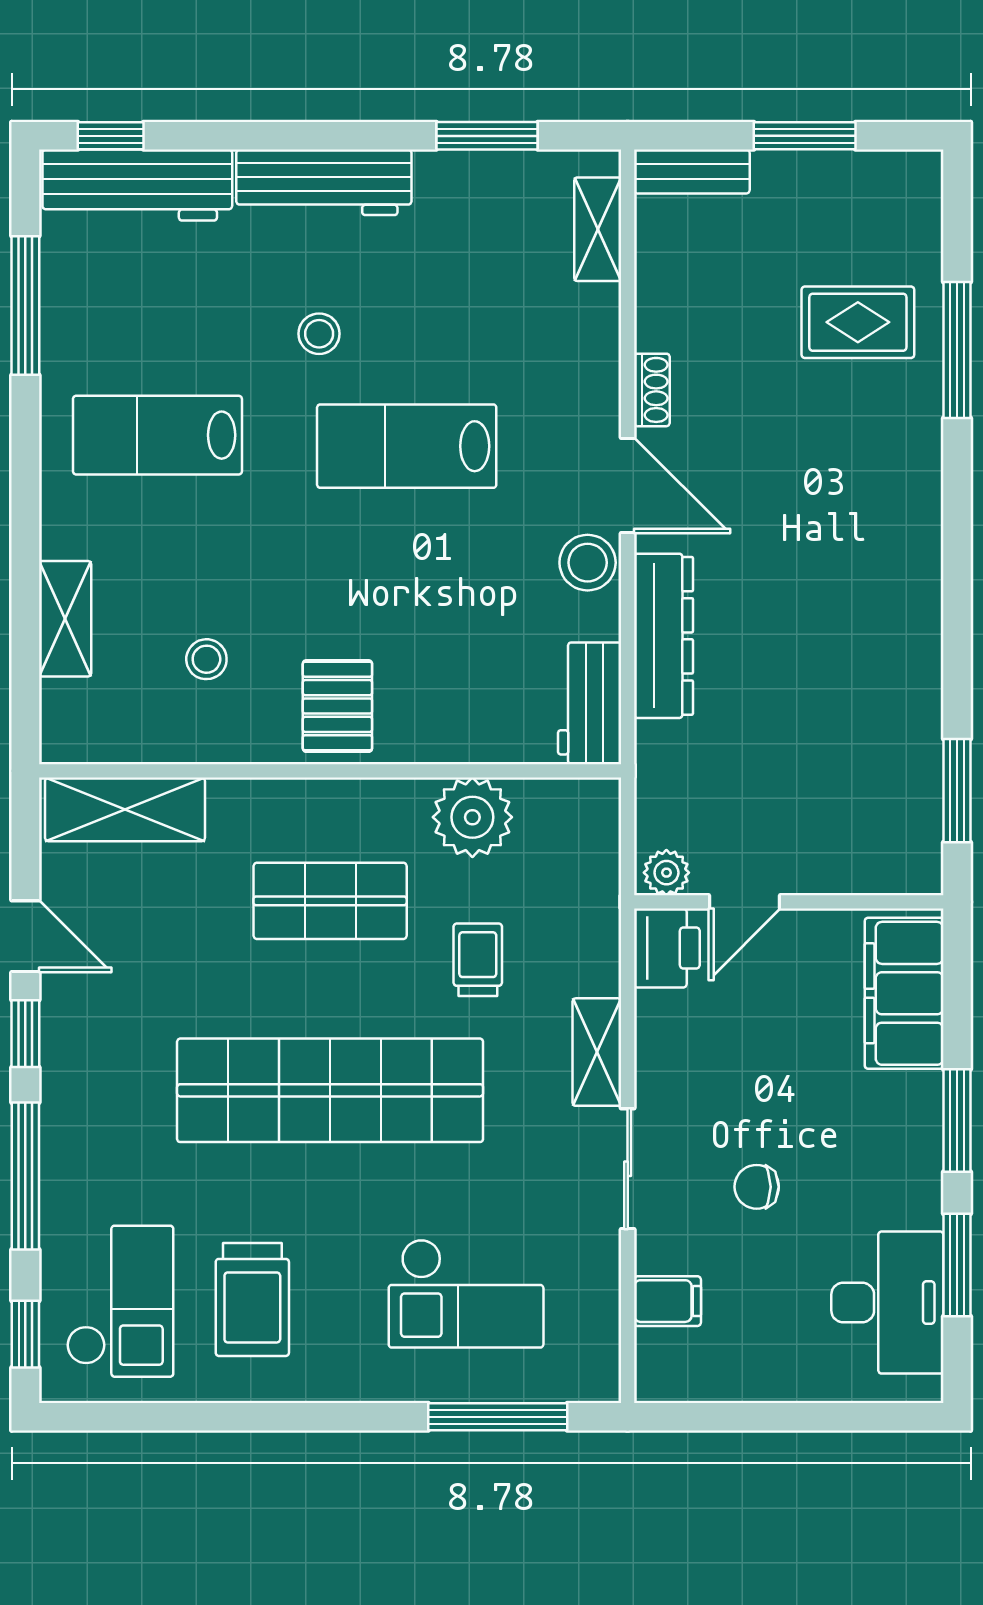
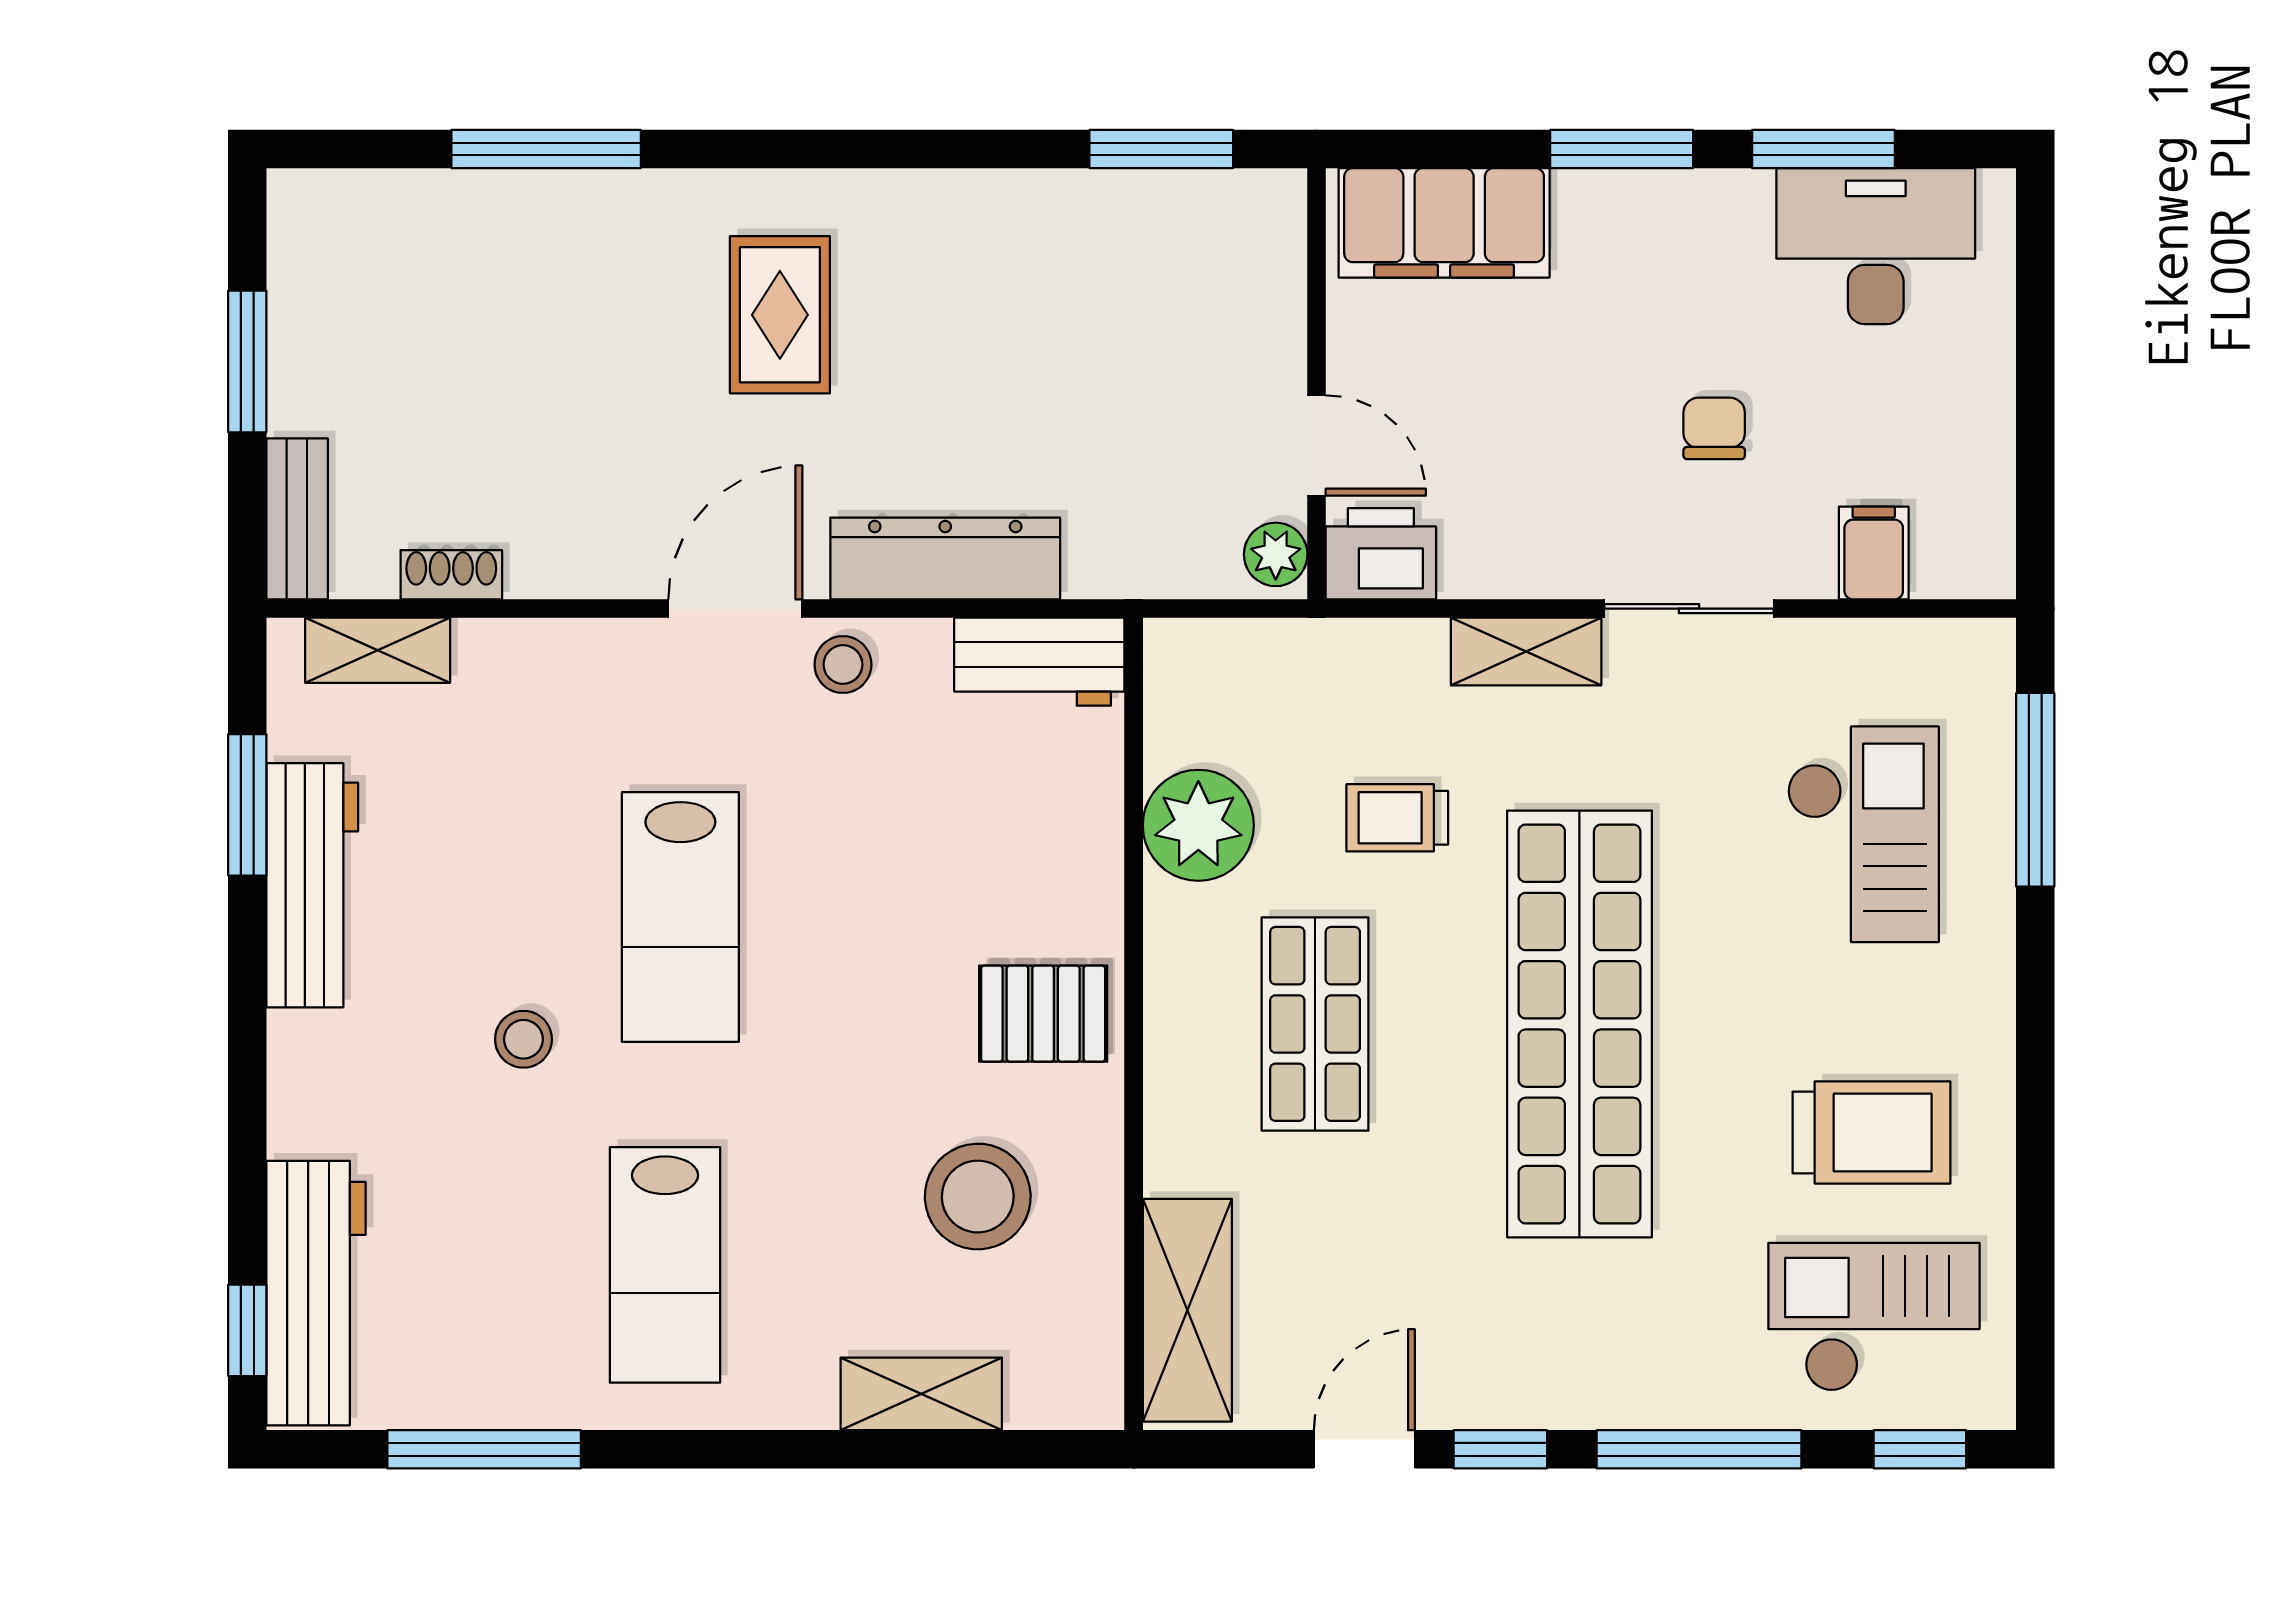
workbench: (324, 182) -> (312, 885), moved
rug: (858, 322) -> (780, 315), moved
shoe rack: (652, 390) -> (451, 575), moved
stool: (588, 563) -> (843, 665), width x0.73, depth x0.73
stool: (206, 659) -> (978, 1197), width x1.89, depth x1.89
chair: (757, 1187) -> (1714, 428), turned 180

